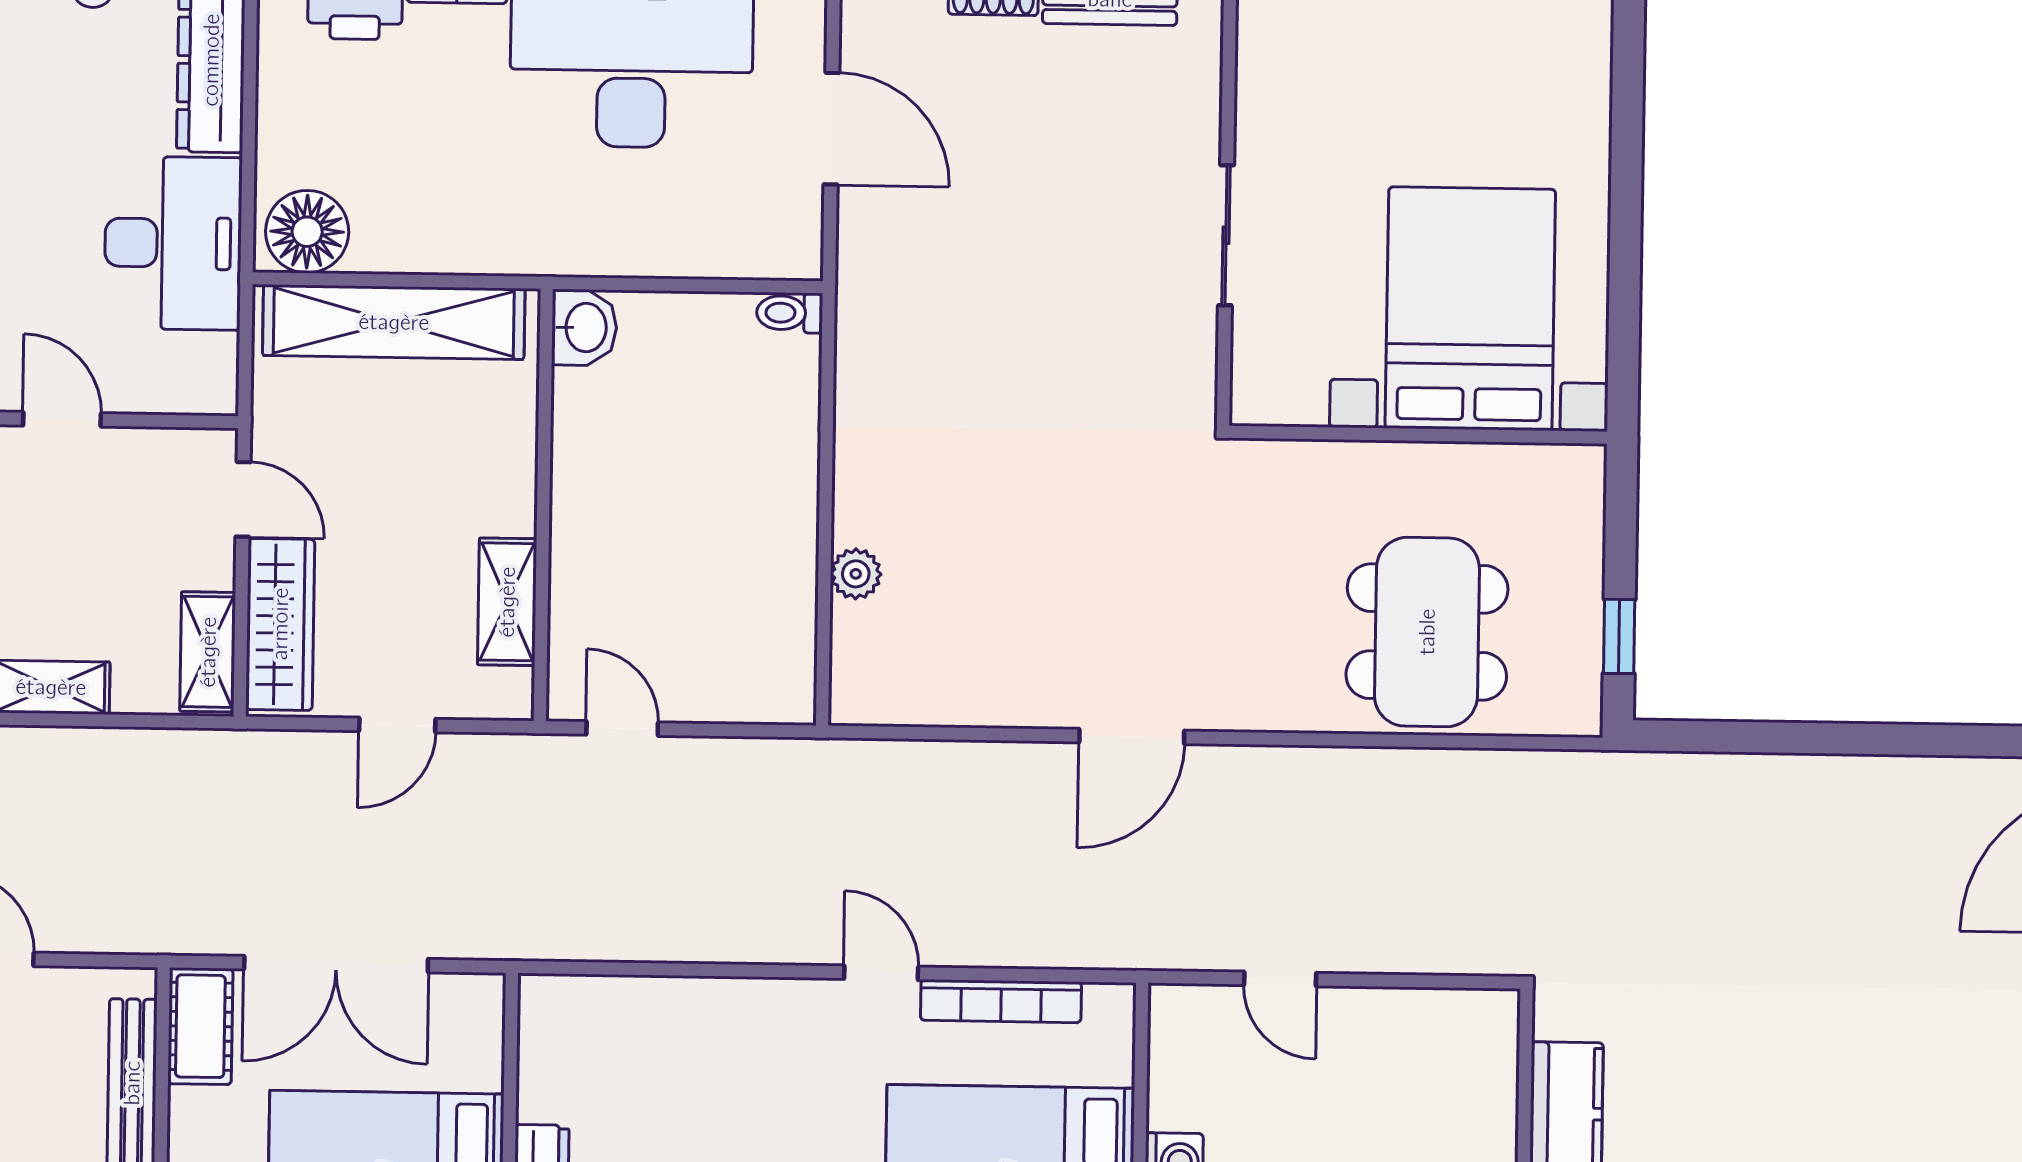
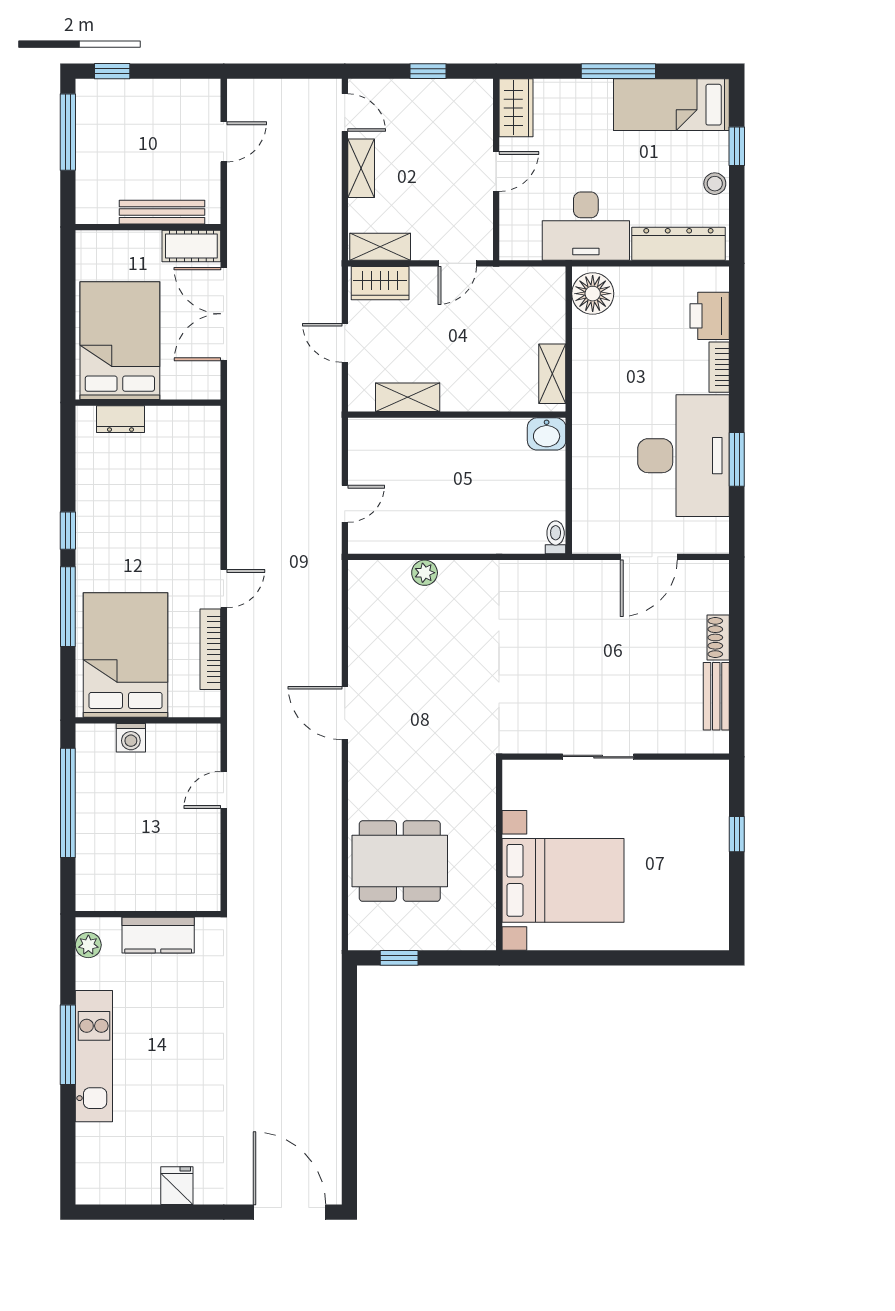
shelving: (394, 322) -> (552, 374), width x0.45, depth x0.75
wardrobe: (280, 624) -> (380, 283), width x0.67
door: (622, 728) -> (345, 504), moved

